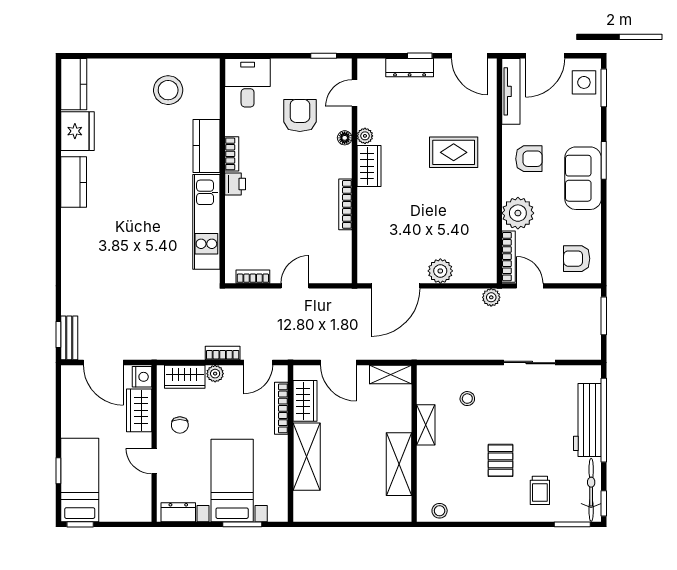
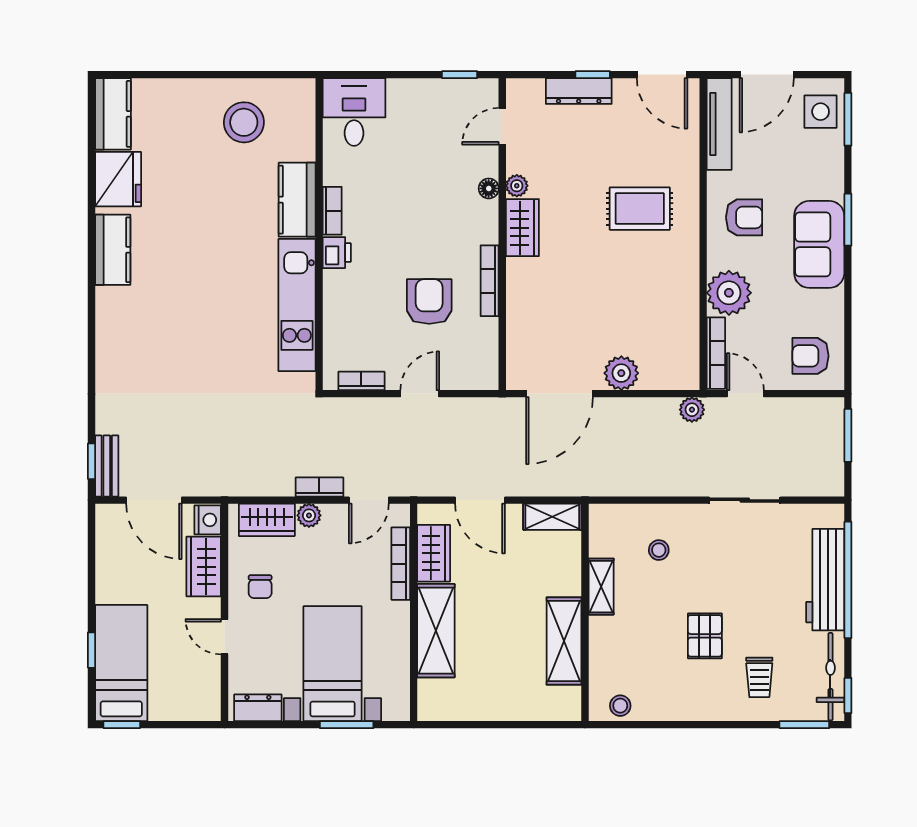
armchair: (300, 115) -> (429, 302), moved

